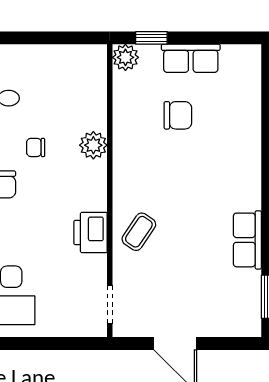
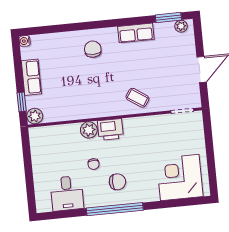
water cooler: (252, 53) -> (25, 41), added
chair: (178, 115) -> (93, 49), moved
printer: (91, 232) -> (110, 129), moved
plant: (251, 316) -> (181, 26), added

